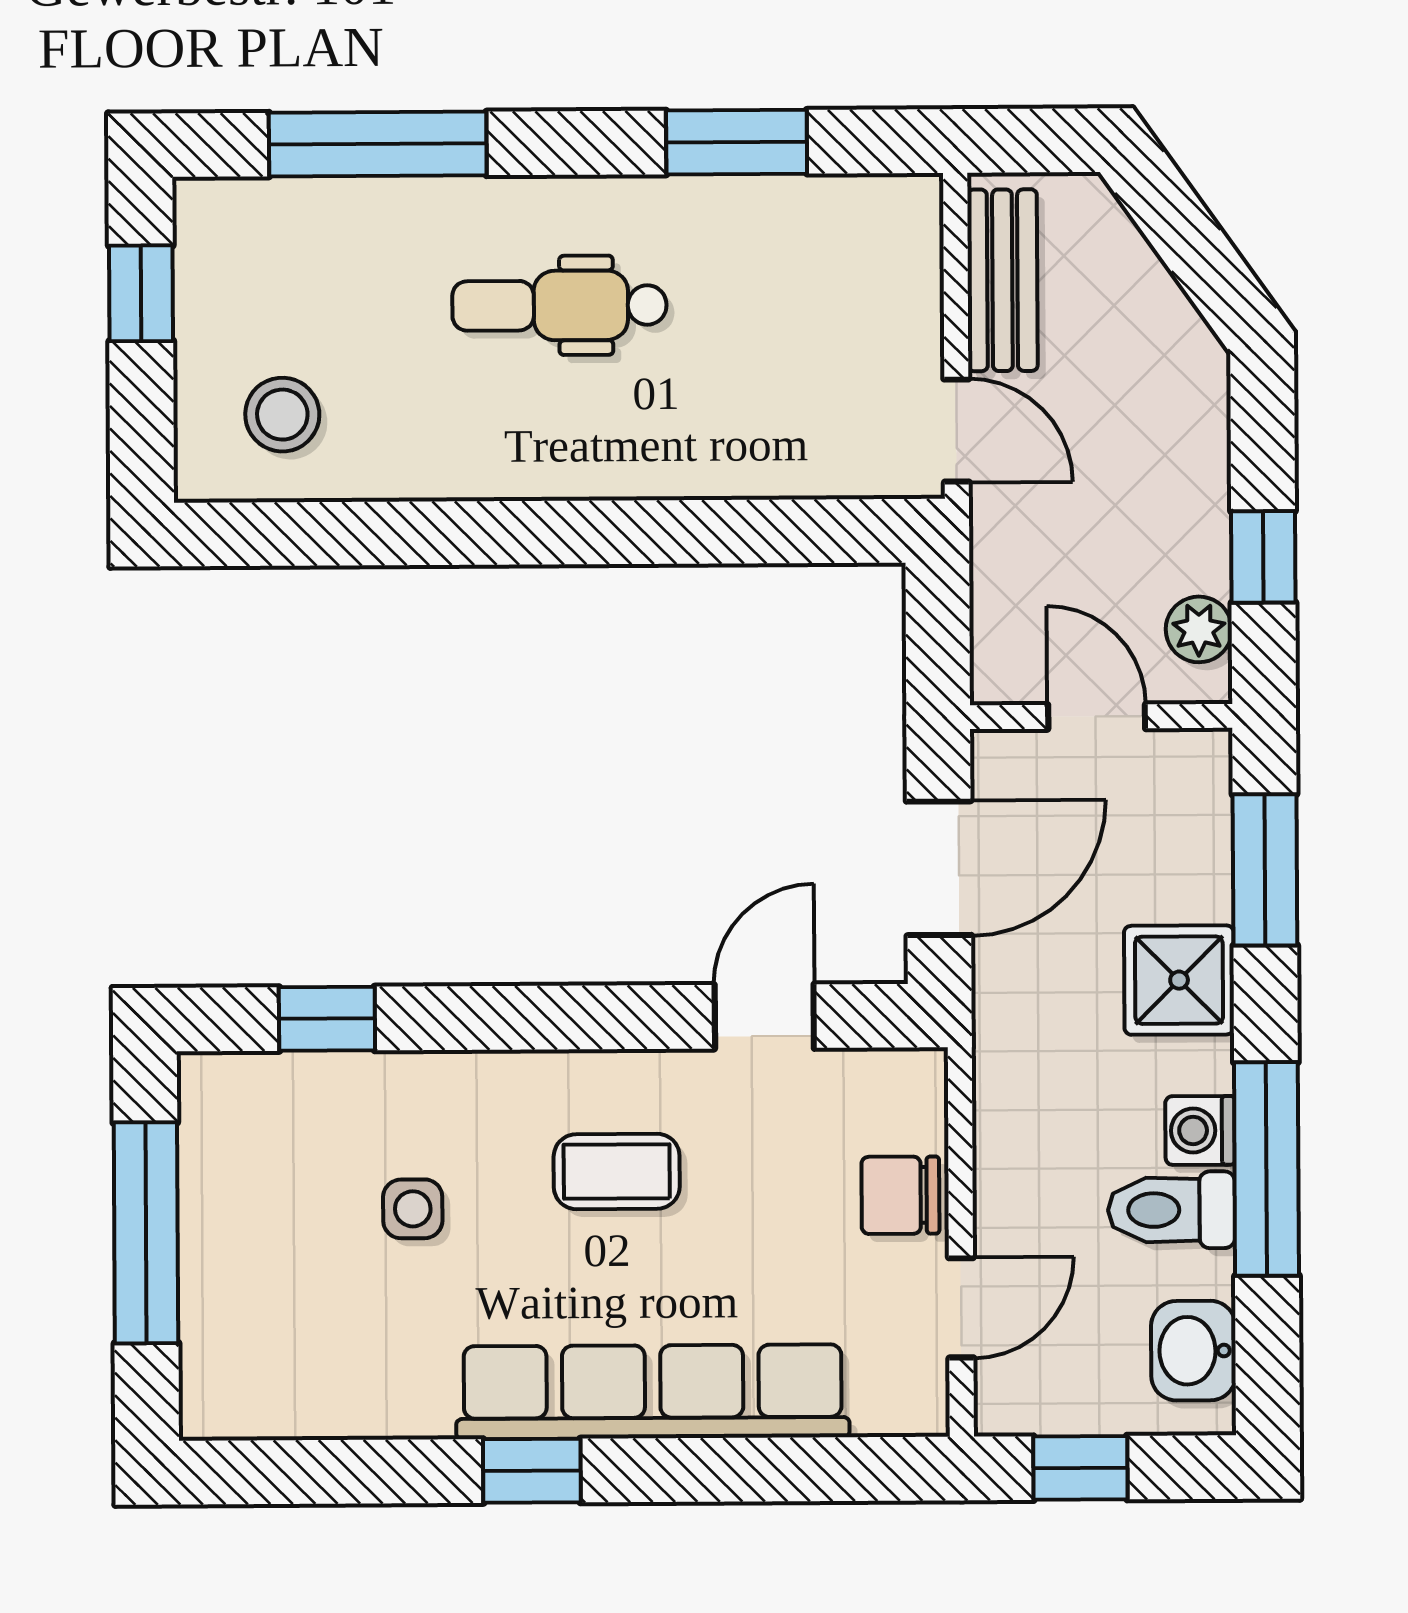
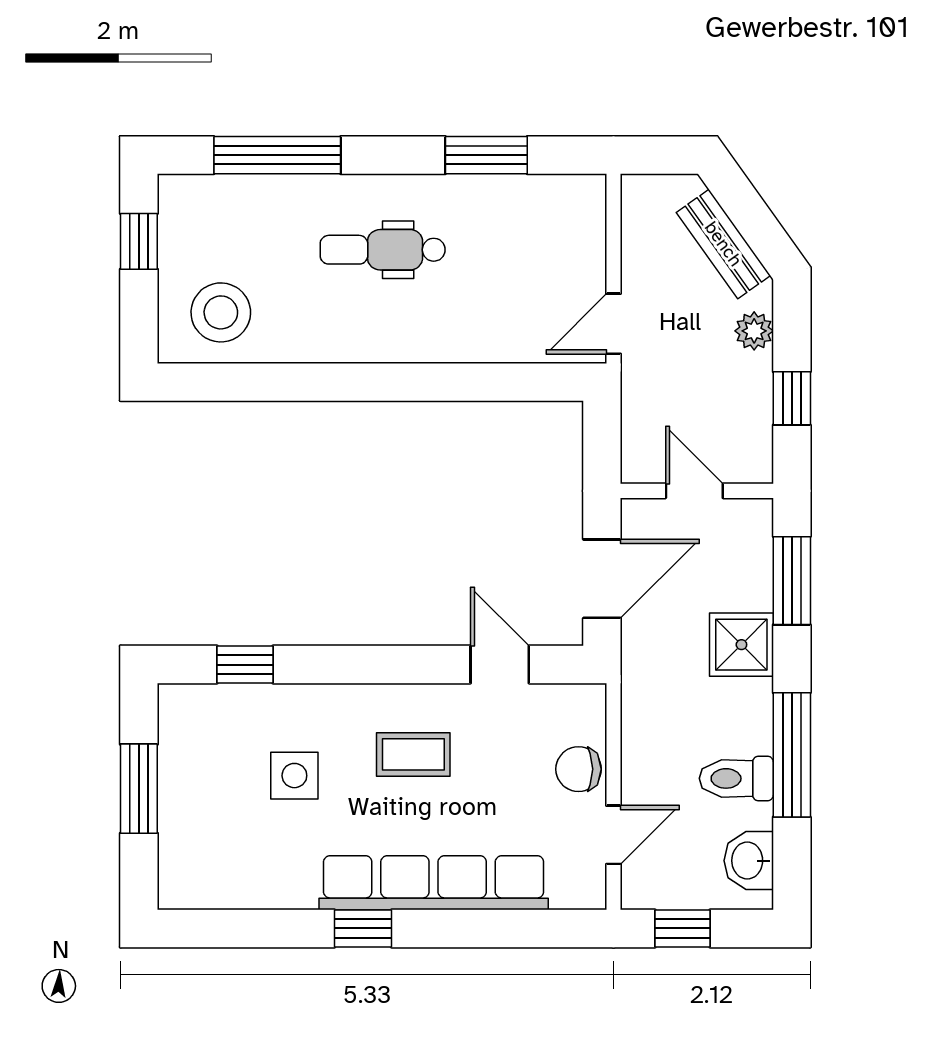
bench: (1002, 280) -> (723, 244), moved, turned -36
stool: (282, 415) -> (221, 312), width x1.38, depth x1.38
door: (957, 431) -> (614, 324), swing flipped
plant: (1199, 629) -> (754, 331), moved
door: (764, 1016) -> (500, 665), hinge flipped
washing machine: (1200, 1130) -> (753, 732), removed
side table: (413, 1209) -> (294, 776), width x1.37, depth x1.37
window: (146, 1233) -> (139, 789), width x0.69

